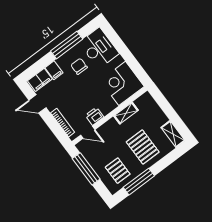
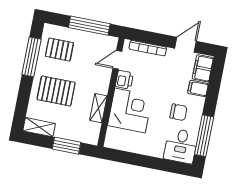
window: (67, 45) -> (204, 136), moved
desk: (99, 48) -> (181, 146), width x0.73
corner desk: (122, 83) -> (130, 110), moved
window: (166, 108) -> (66, 146), added

